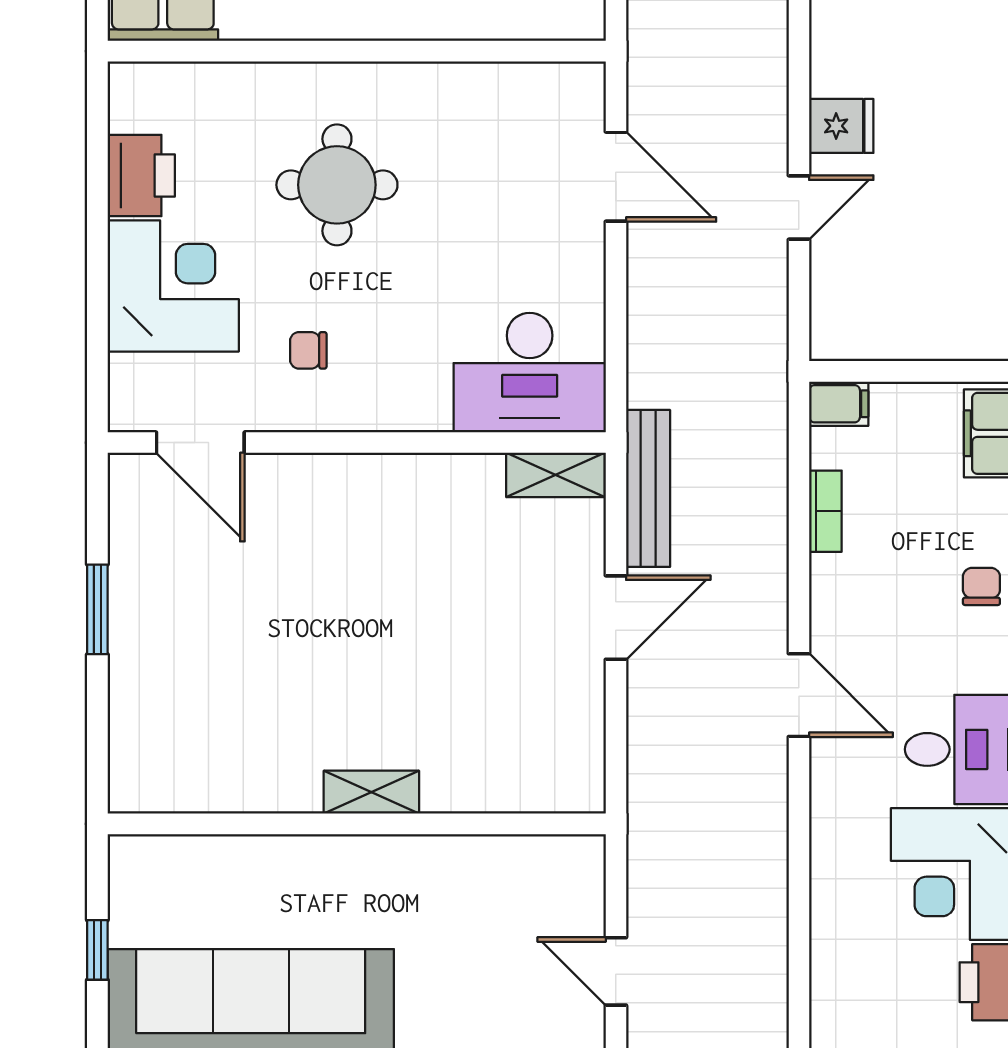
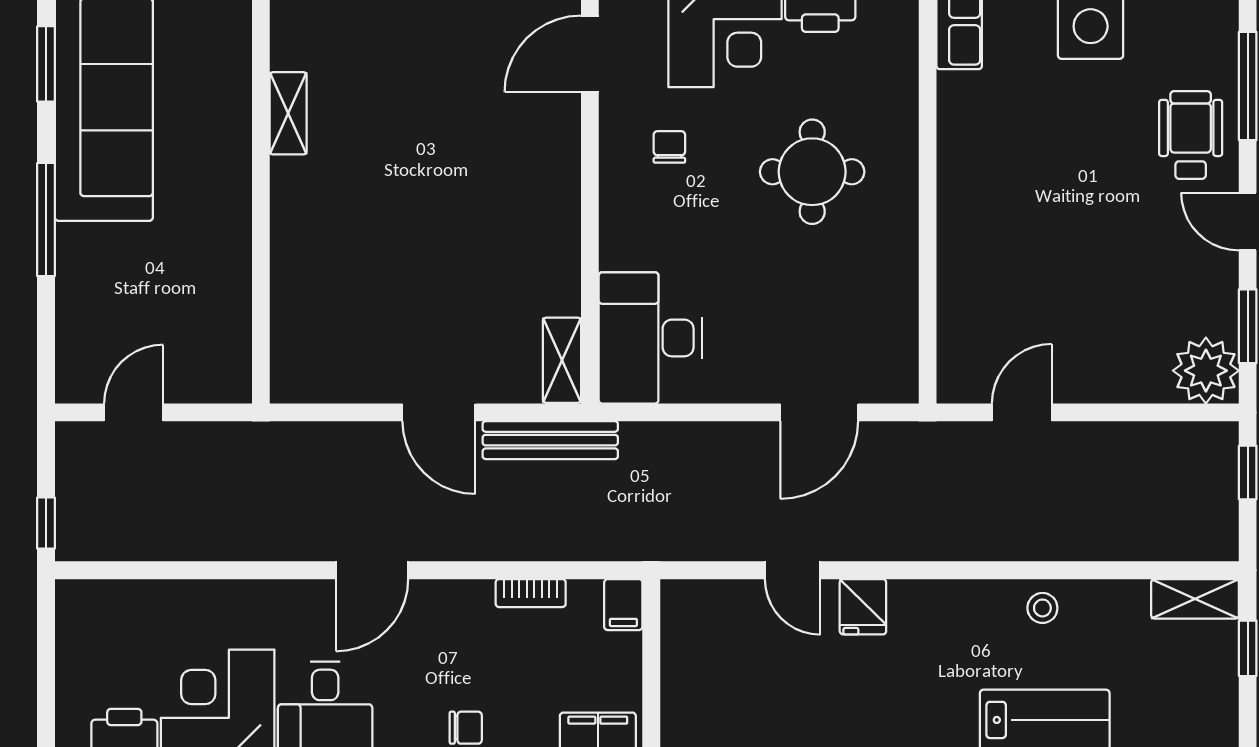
shelving: (371, 792) -> (288, 113), moved

